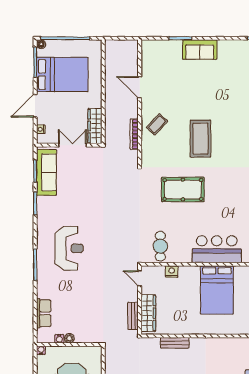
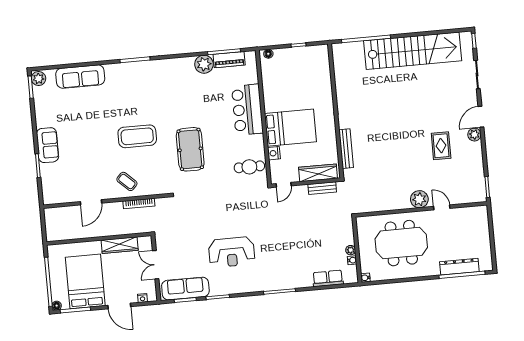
wardrobe: (95, 126) -> (120, 245), moved
reception desk: (69, 248) -> (232, 252), moved, turned 180
bed: (217, 290) -> (290, 128), moved
bench: (175, 343) -> (346, 149), width x1.36

